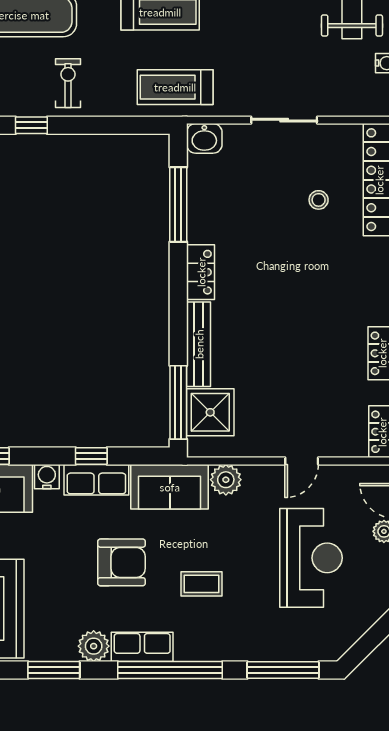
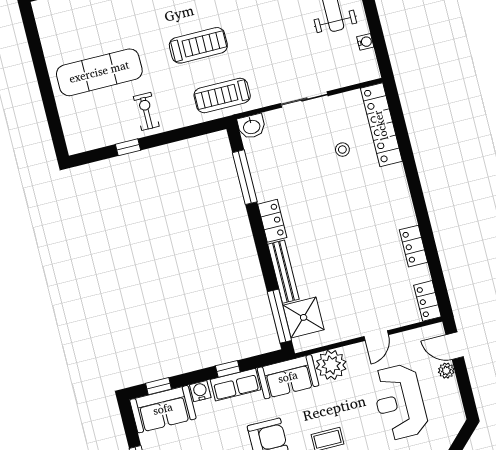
plant: (226, 480) -> (331, 365), width x1.36, depth x1.36
reception desk: (311, 558) -> (400, 402), turned 180

